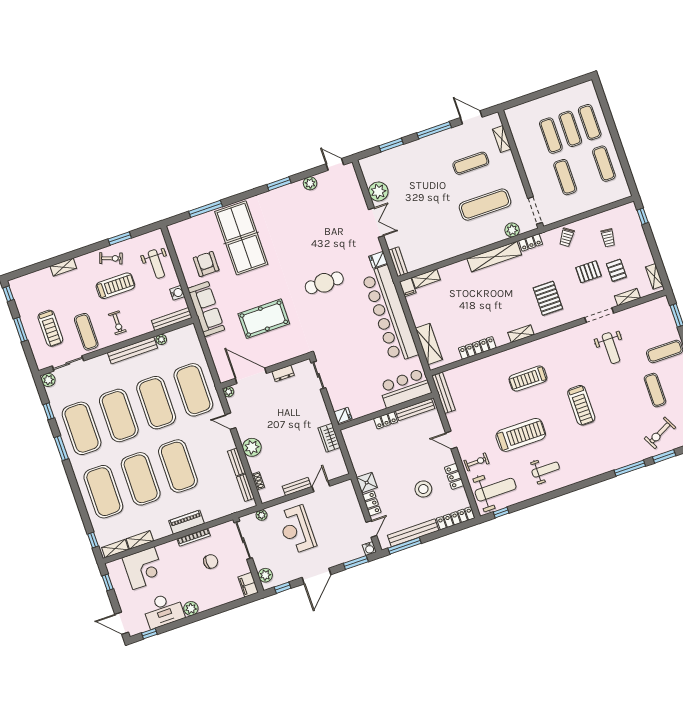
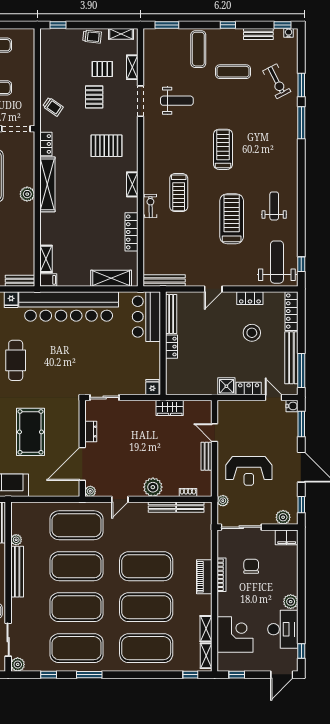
plant: (512, 230) -> (27, 194), moved
trolley: (608, 238) -> (92, 37), moved
treadmill: (581, 405) -> (223, 149), turned -90
exercise bike: (477, 462) -> (151, 206), moved

